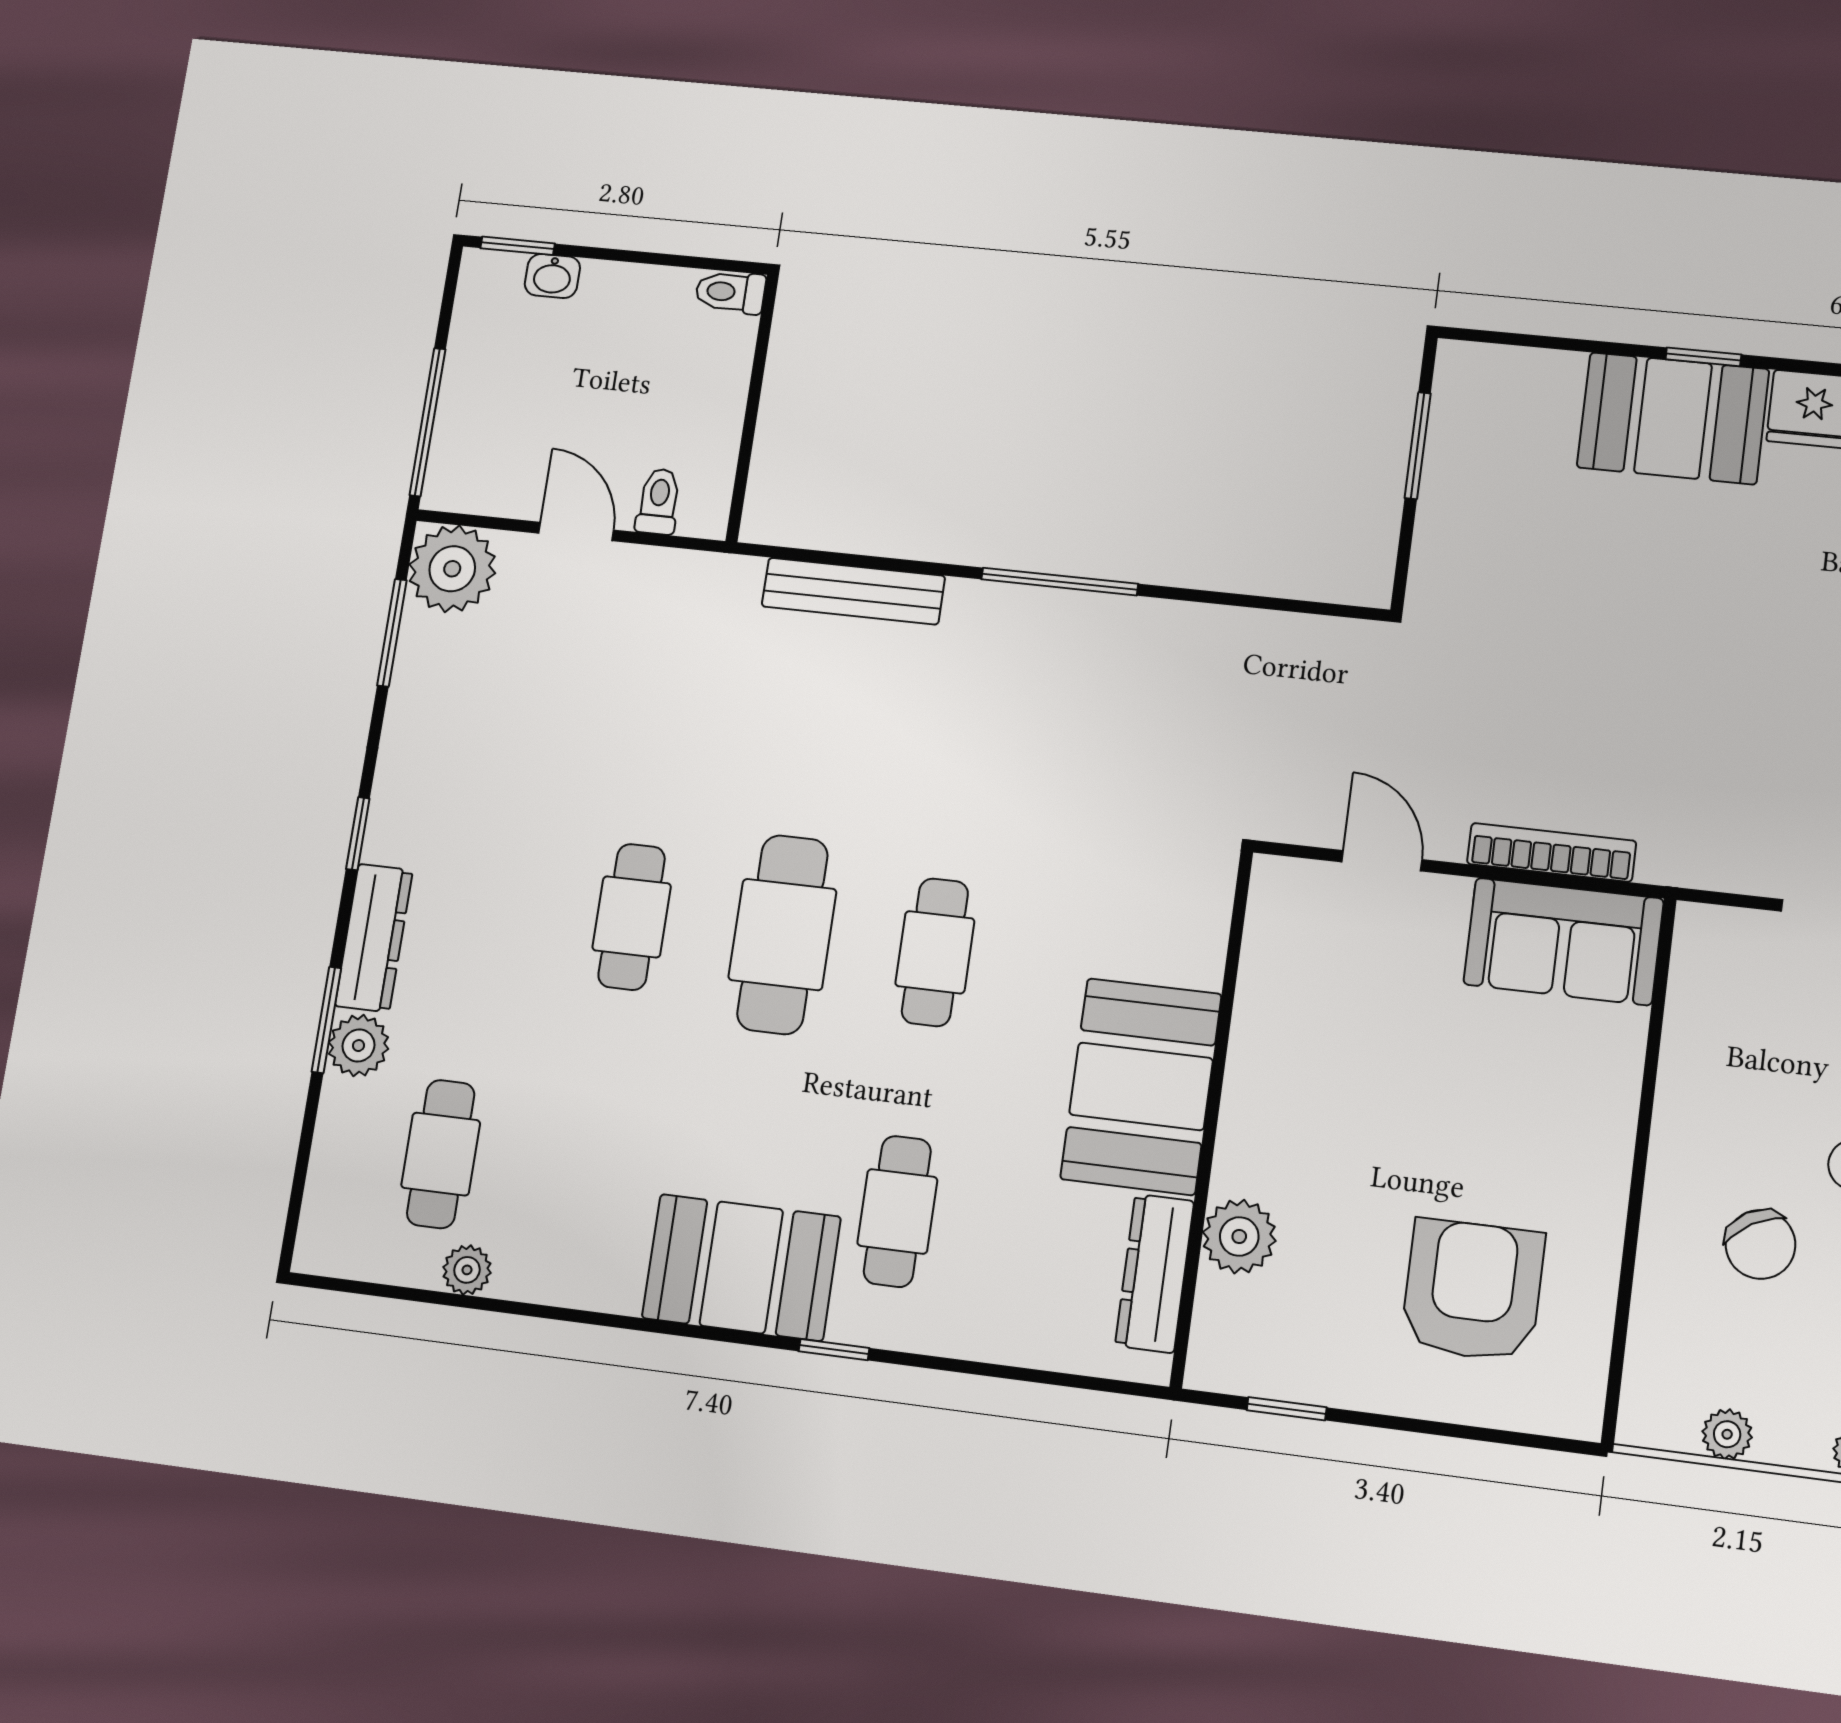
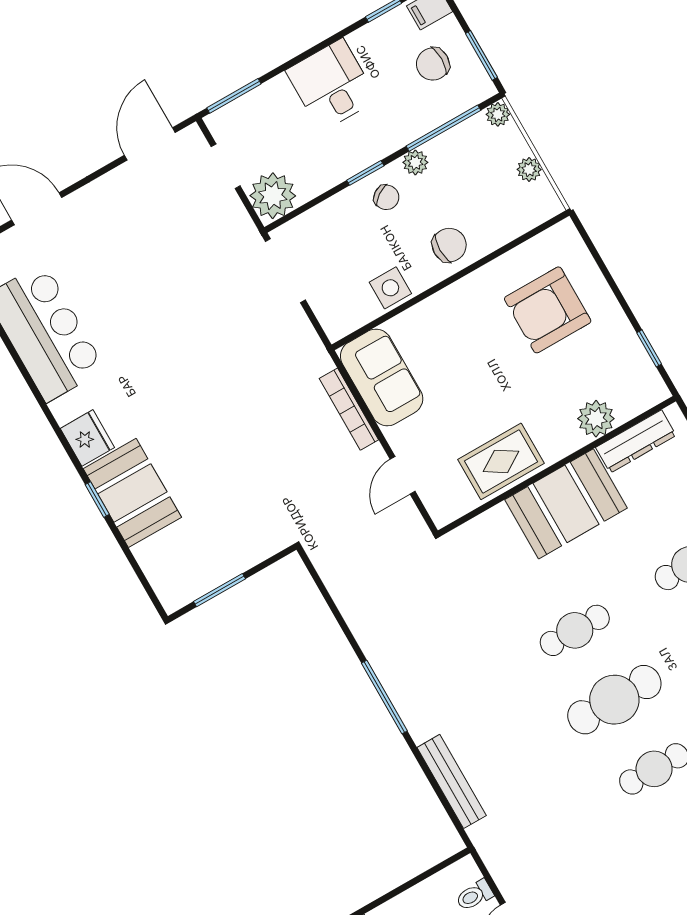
rug: (1286, 1033) -> (501, 461), added
side table: (1699, 1062) -> (390, 288), added
chair: (1760, 1244) -> (449, 245), moved, turned 30

